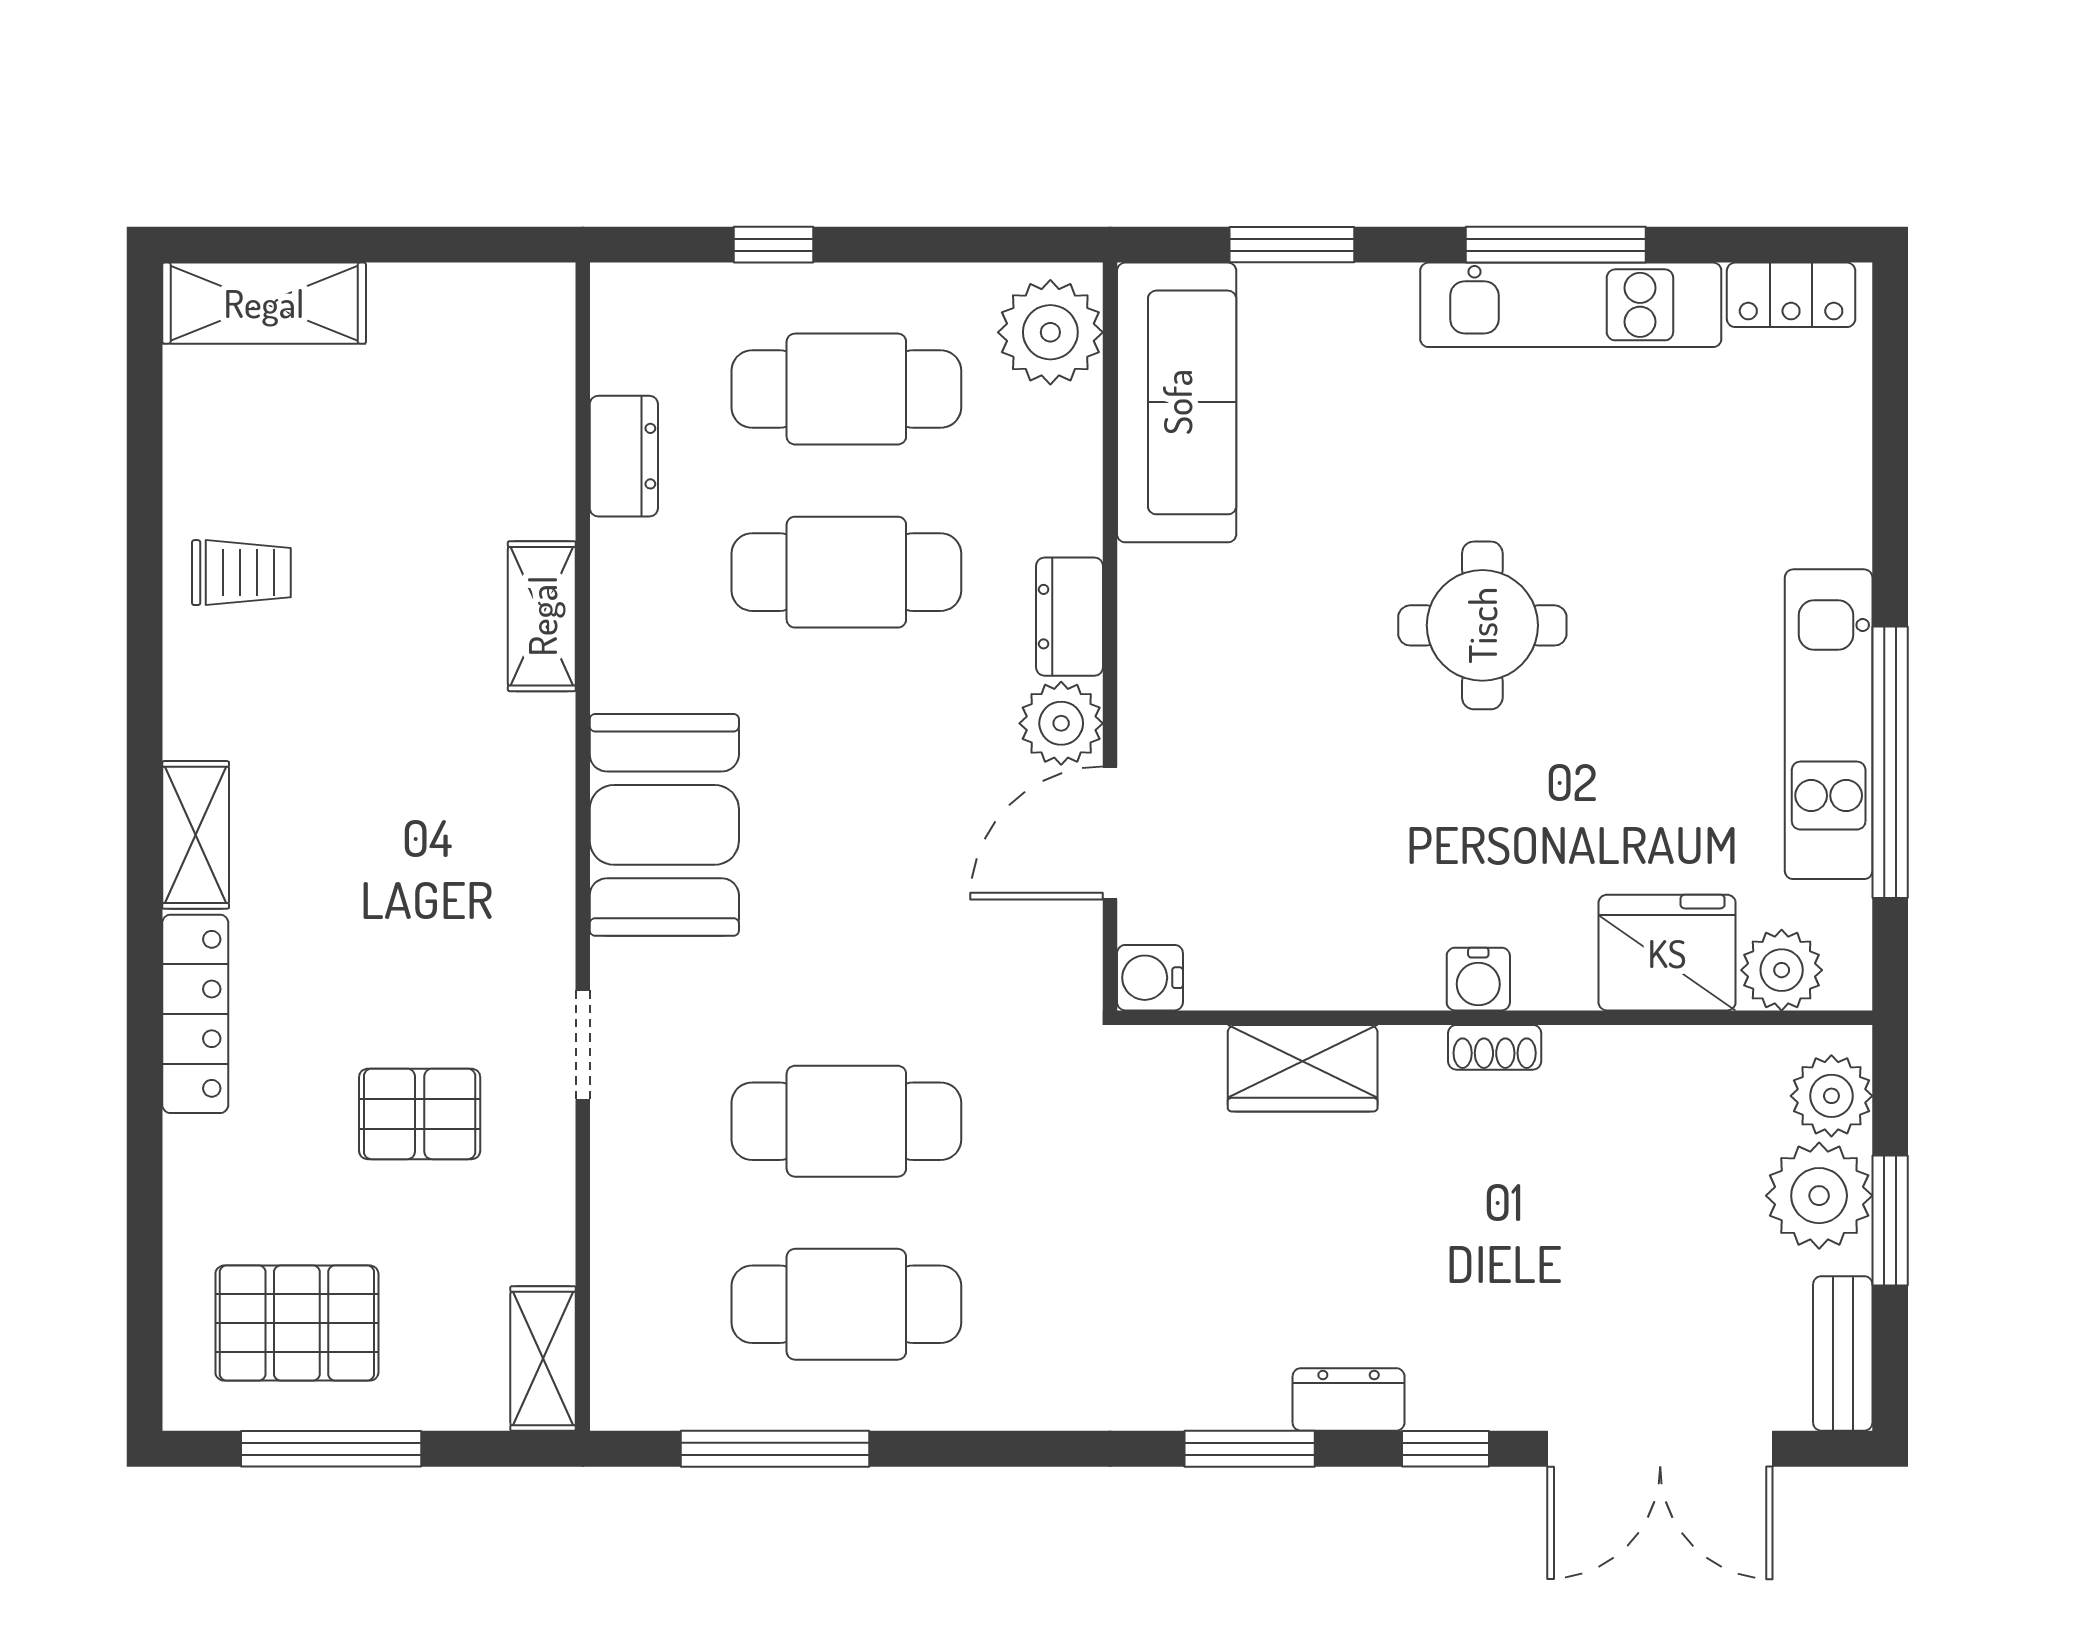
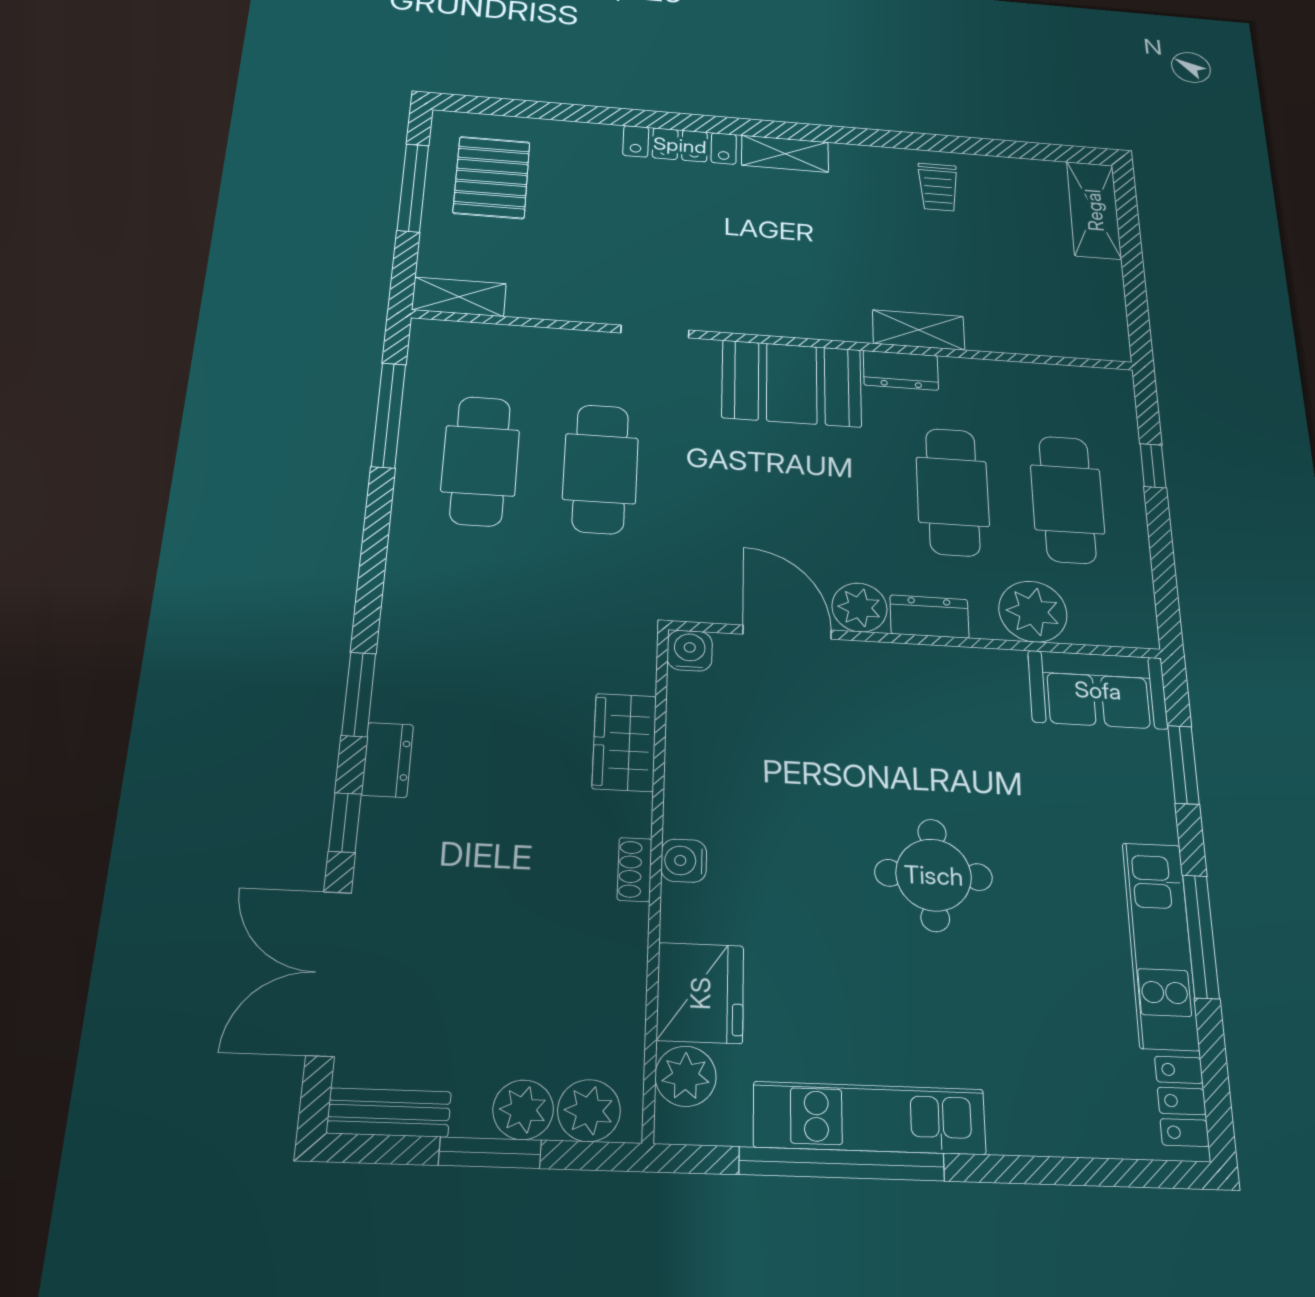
plant: (1050, 332) -> (1033, 612), moved
sofa: (1177, 402) -> (1098, 690), width x0.73
dresser: (624, 456) -> (901, 370), moved
pallet: (420, 1114) -> (616, 247), removed
plant: (1819, 1196) -> (523, 1110), width x0.73, depth x0.73

